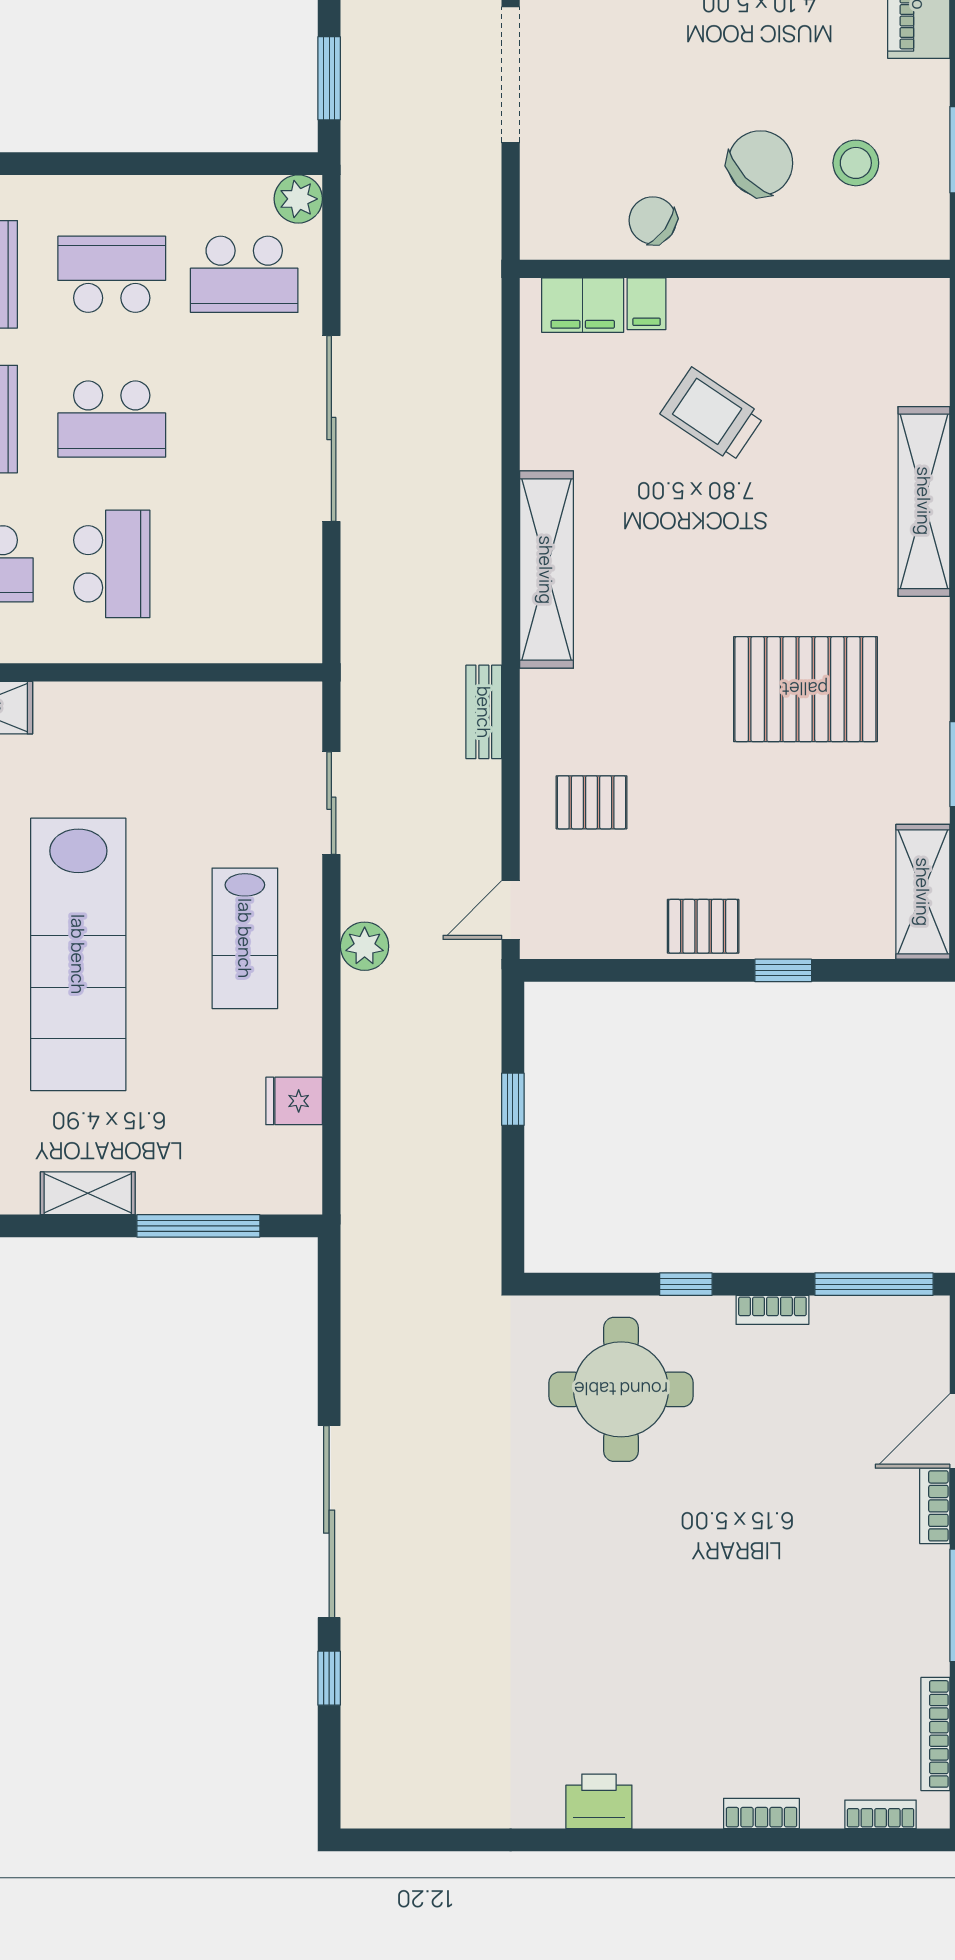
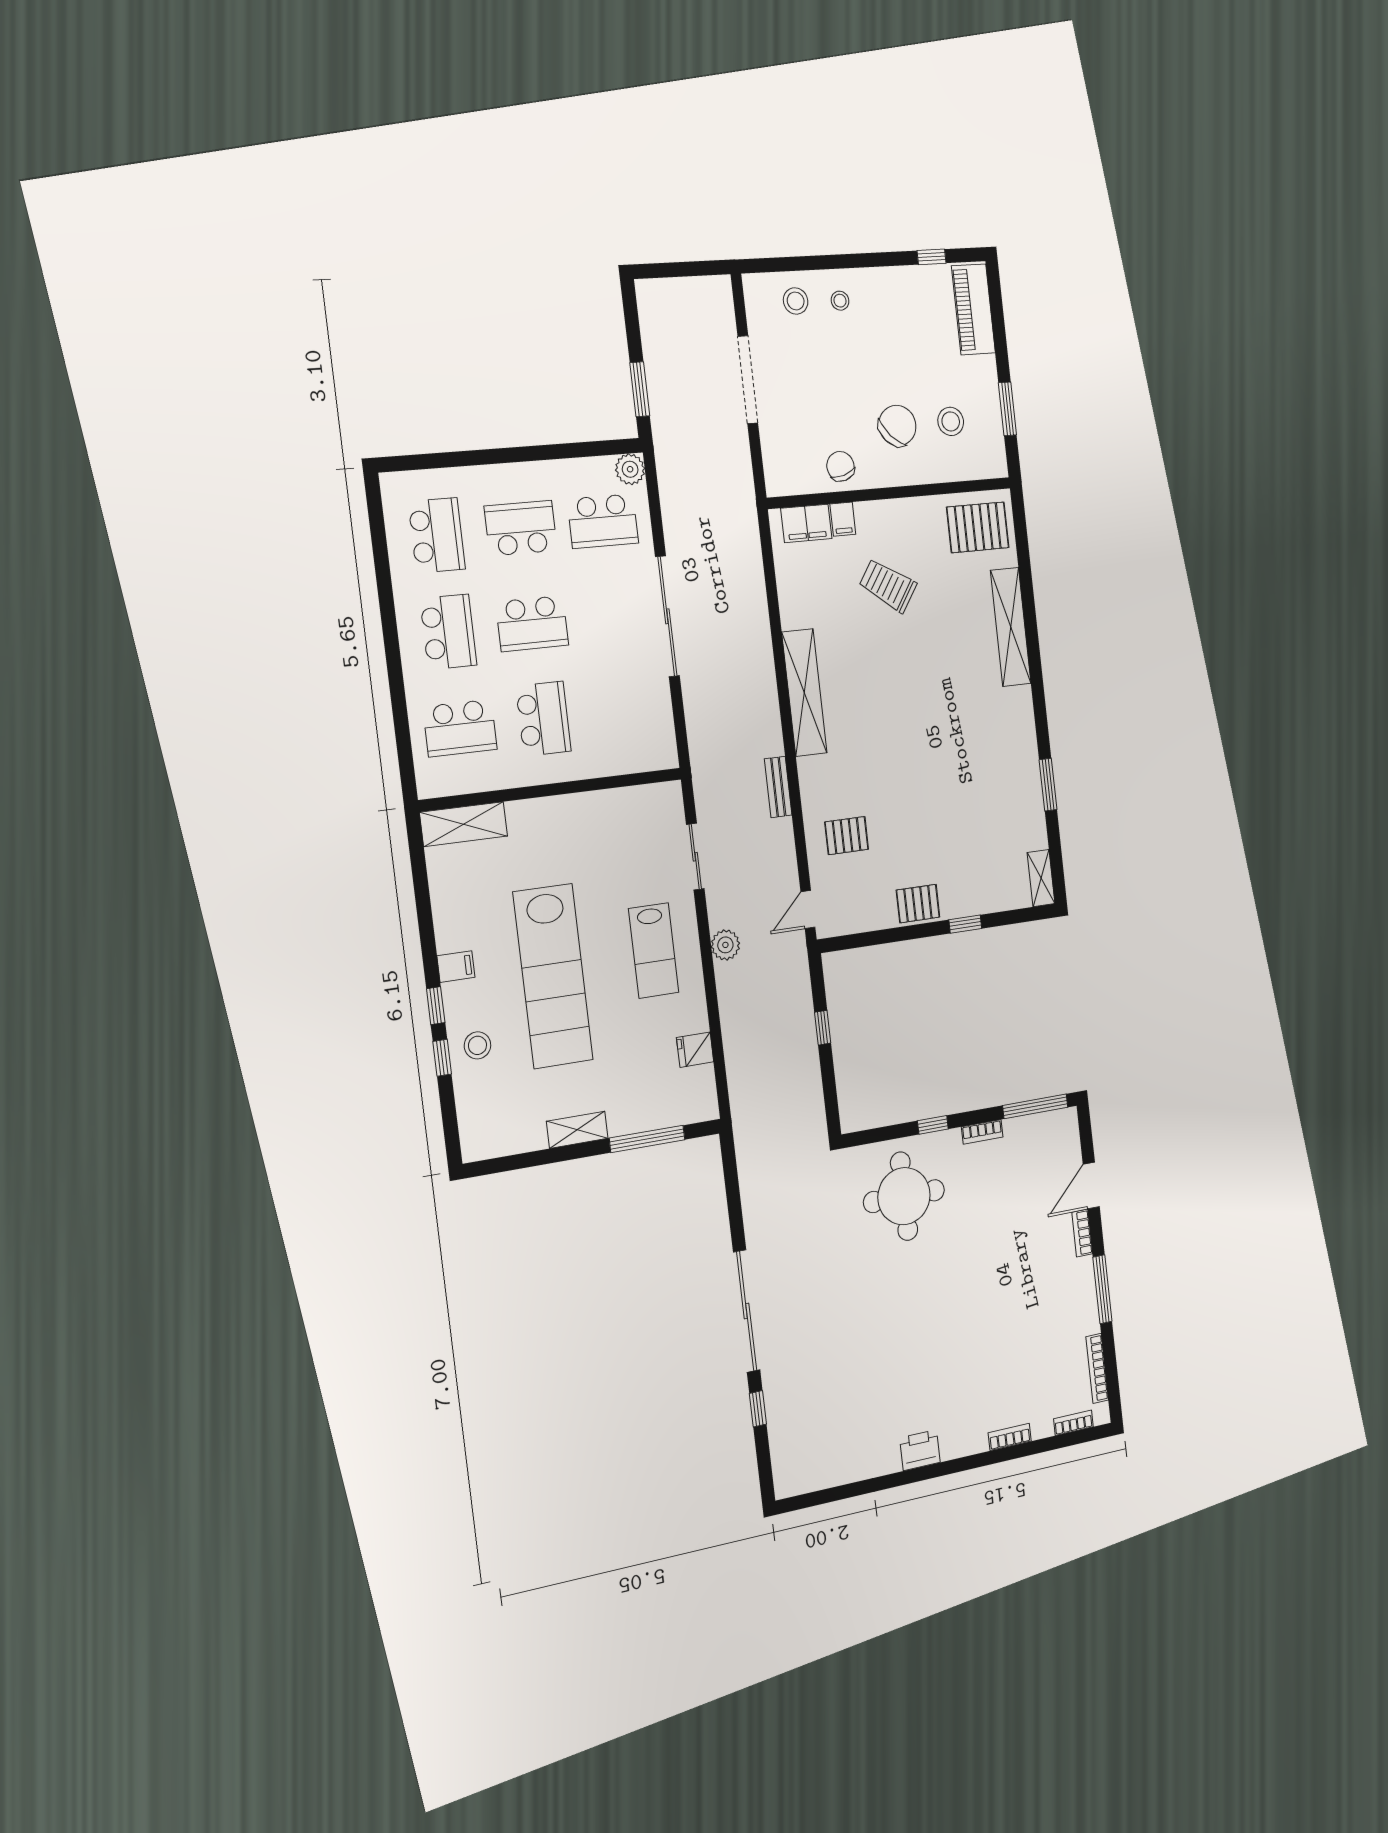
chair: (653, 220) -> (841, 466), turned 38
pallet: (805, 689) -> (978, 527), moved, width x0.73, depth x0.71
shelving: (923, 892) -> (1041, 878), width x0.67, depth x0.75

